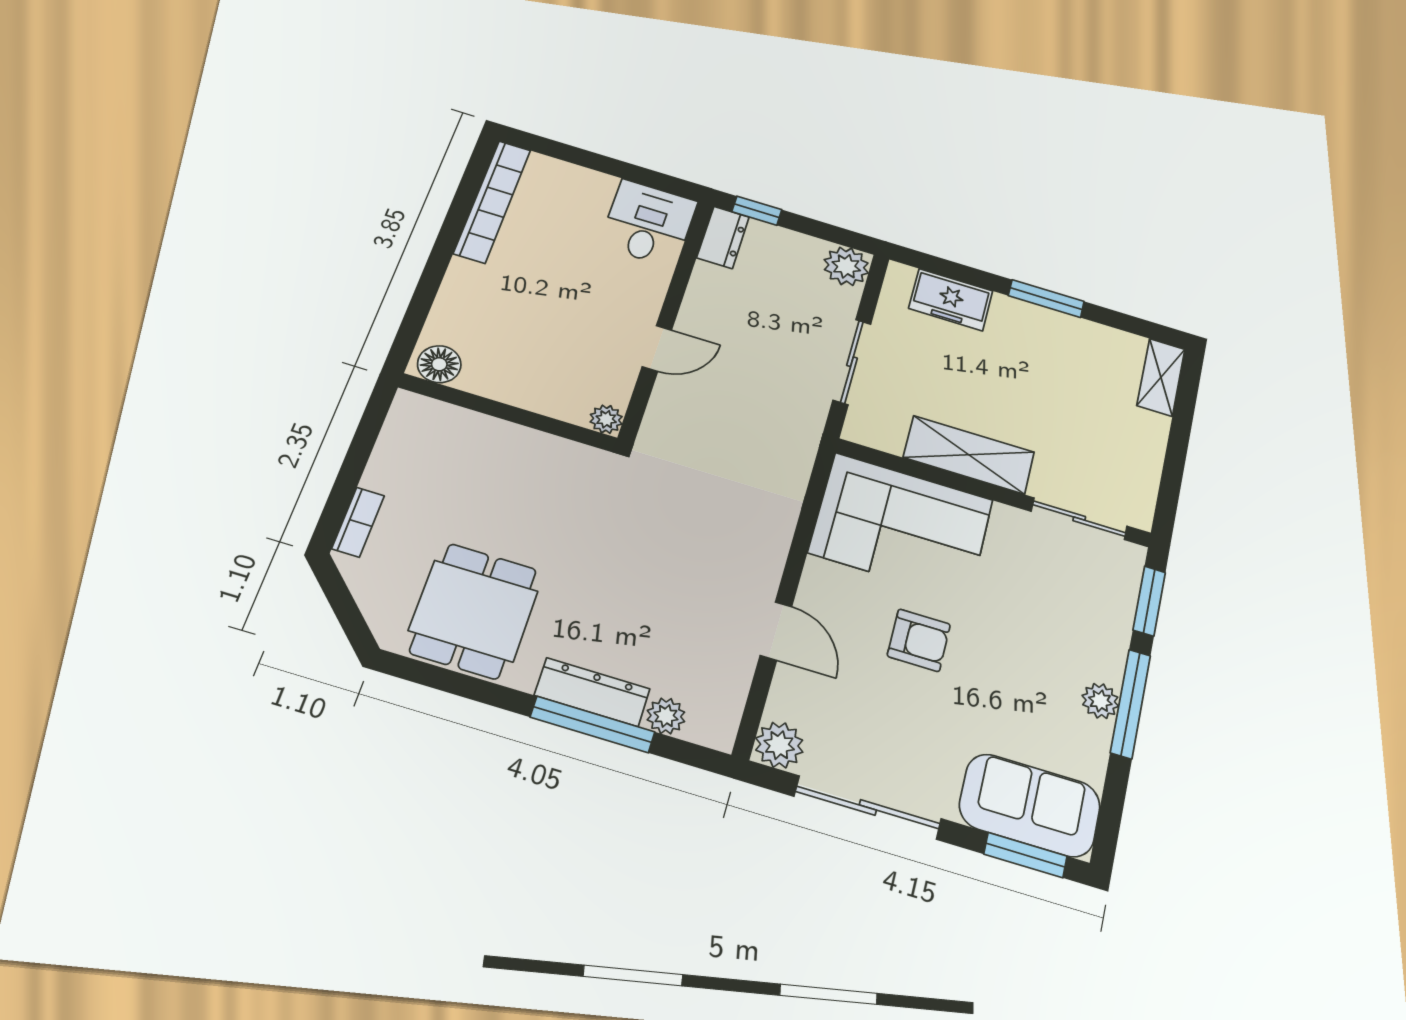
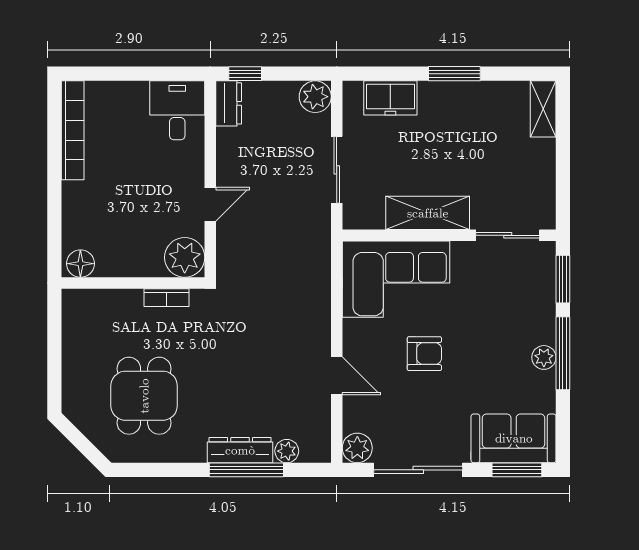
plant: (606, 419) -> (185, 257), width x1.88, depth x1.88
bookcase: (358, 522) -> (167, 298), moved, turned 90
dining table: (473, 611) -> (144, 396), moved

